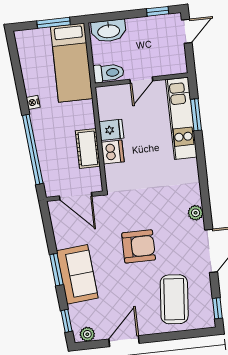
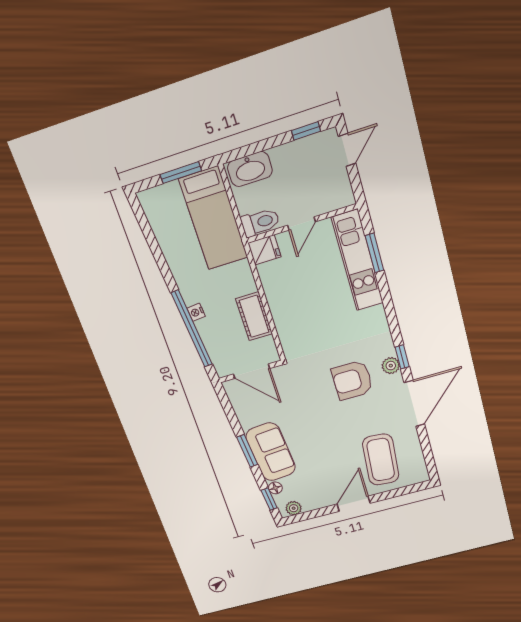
nightstand: (33, 102) -> (196, 312), moved
fridge: (111, 130) -> (264, 250), moved
dishwasher: (113, 152) -> (283, 315), removed
armchair: (139, 246) -> (352, 380), moved, turned 180
window: (217, 308) -> (402, 357), moved
floor lamp: (75, 311) -> (275, 488), added
door: (124, 341) -> (354, 504), moved

